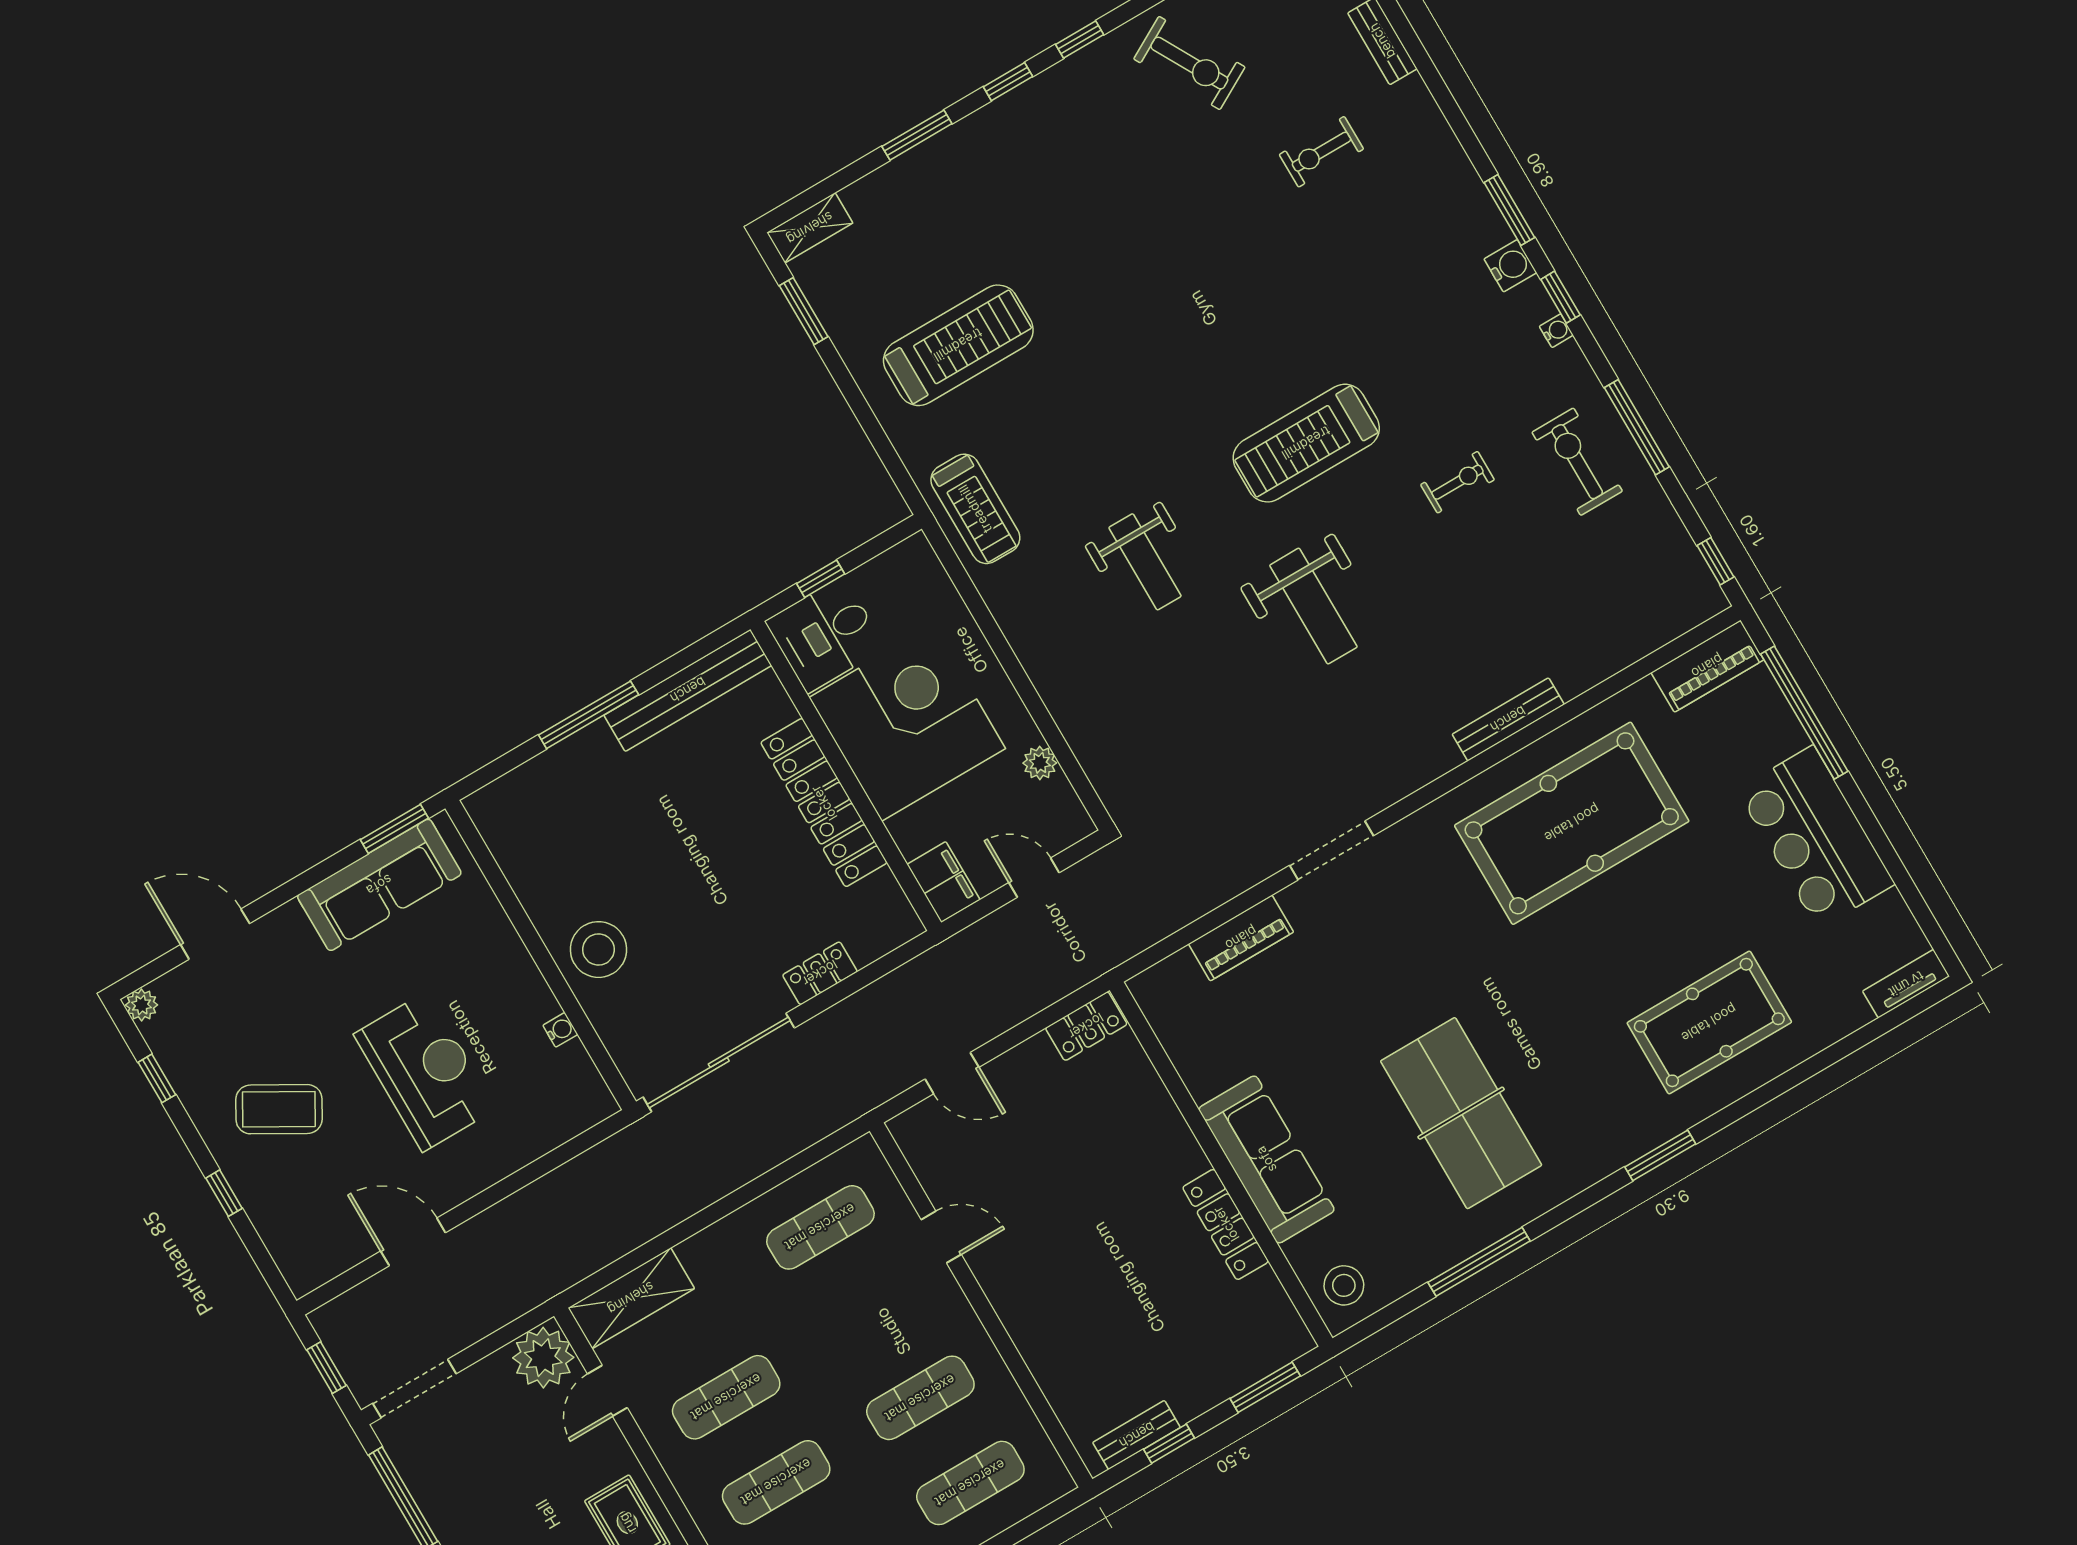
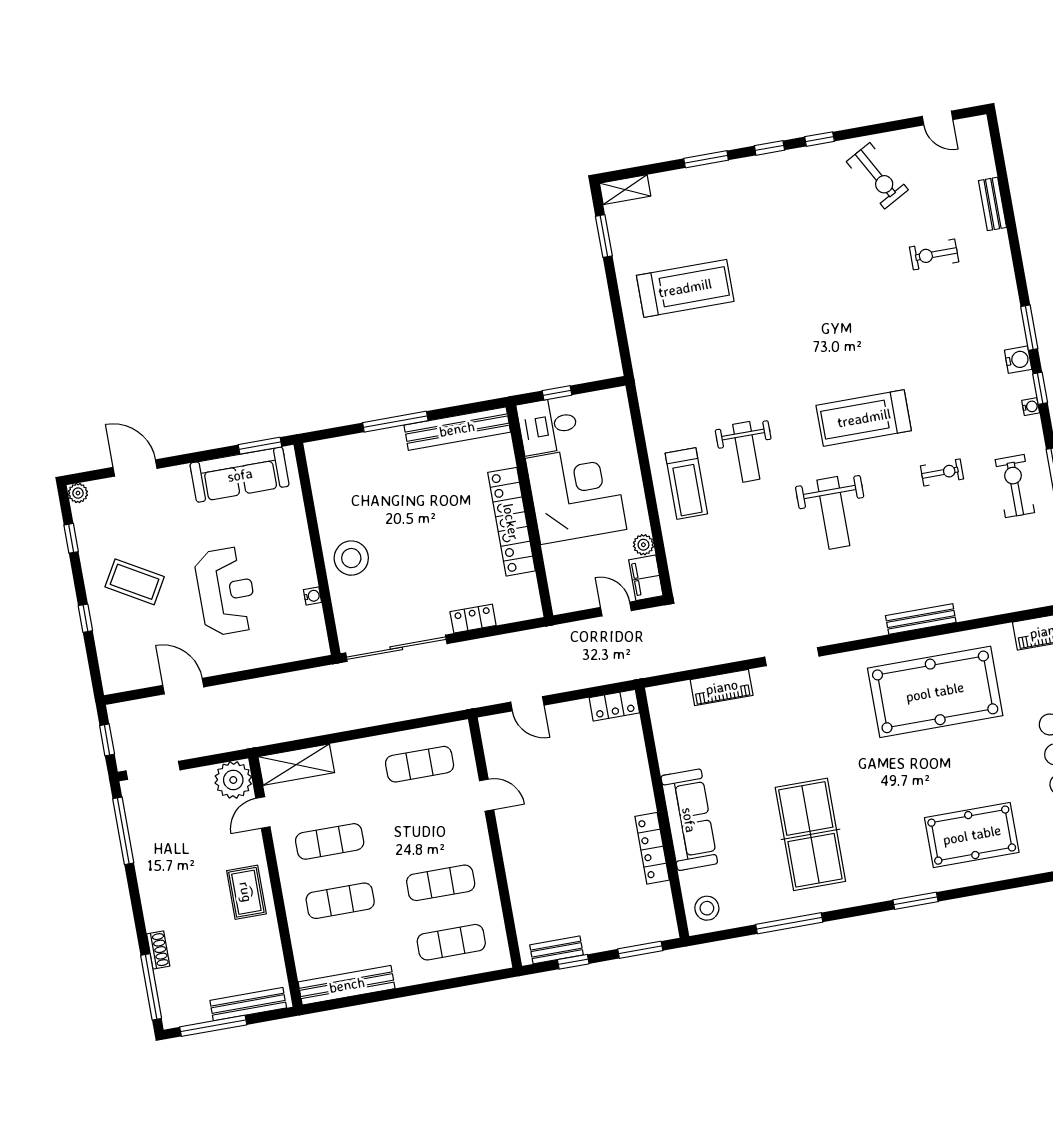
treadmill: (975, 509) -> (686, 484), moved
filing cabinet: (944, 882) -> (646, 578), moved, turned 180

